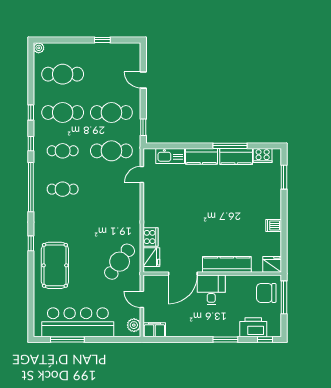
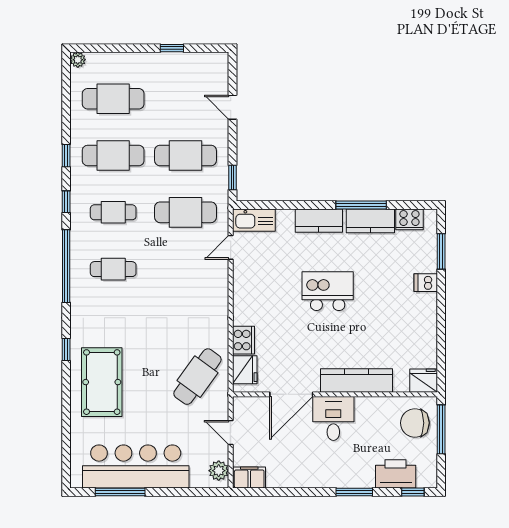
kitchen sink: (170, 156) -> (254, 220), moved
kitchen island: (207, 204) -> (328, 291), added
dishwasher: (274, 226) -> (426, 283), moved

